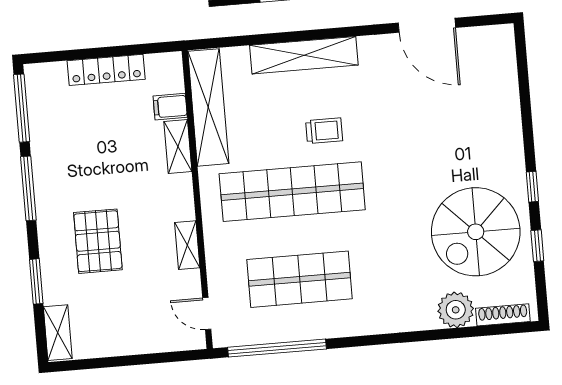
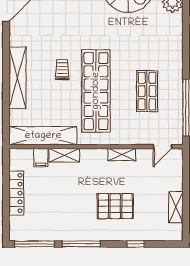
shop shelf: (300, 279) -> (147, 91), width x0.70, depth x0.74
window: (36, 281) -> (136, 244), width x0.67
shelving: (58, 333) -> (176, 207), moved, turned 90

